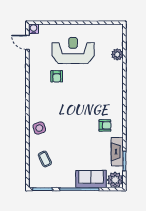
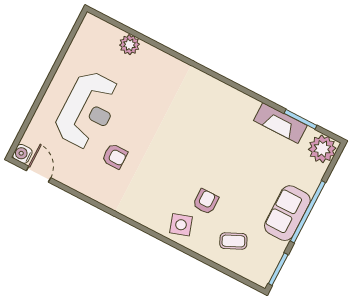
door: (27, 42) -> (39, 174), swing flipped
reception desk: (73, 50) -> (88, 110), turned 180
armchair: (105, 125) -> (206, 202), moved
sofa: (91, 179) -> (287, 213), moved

